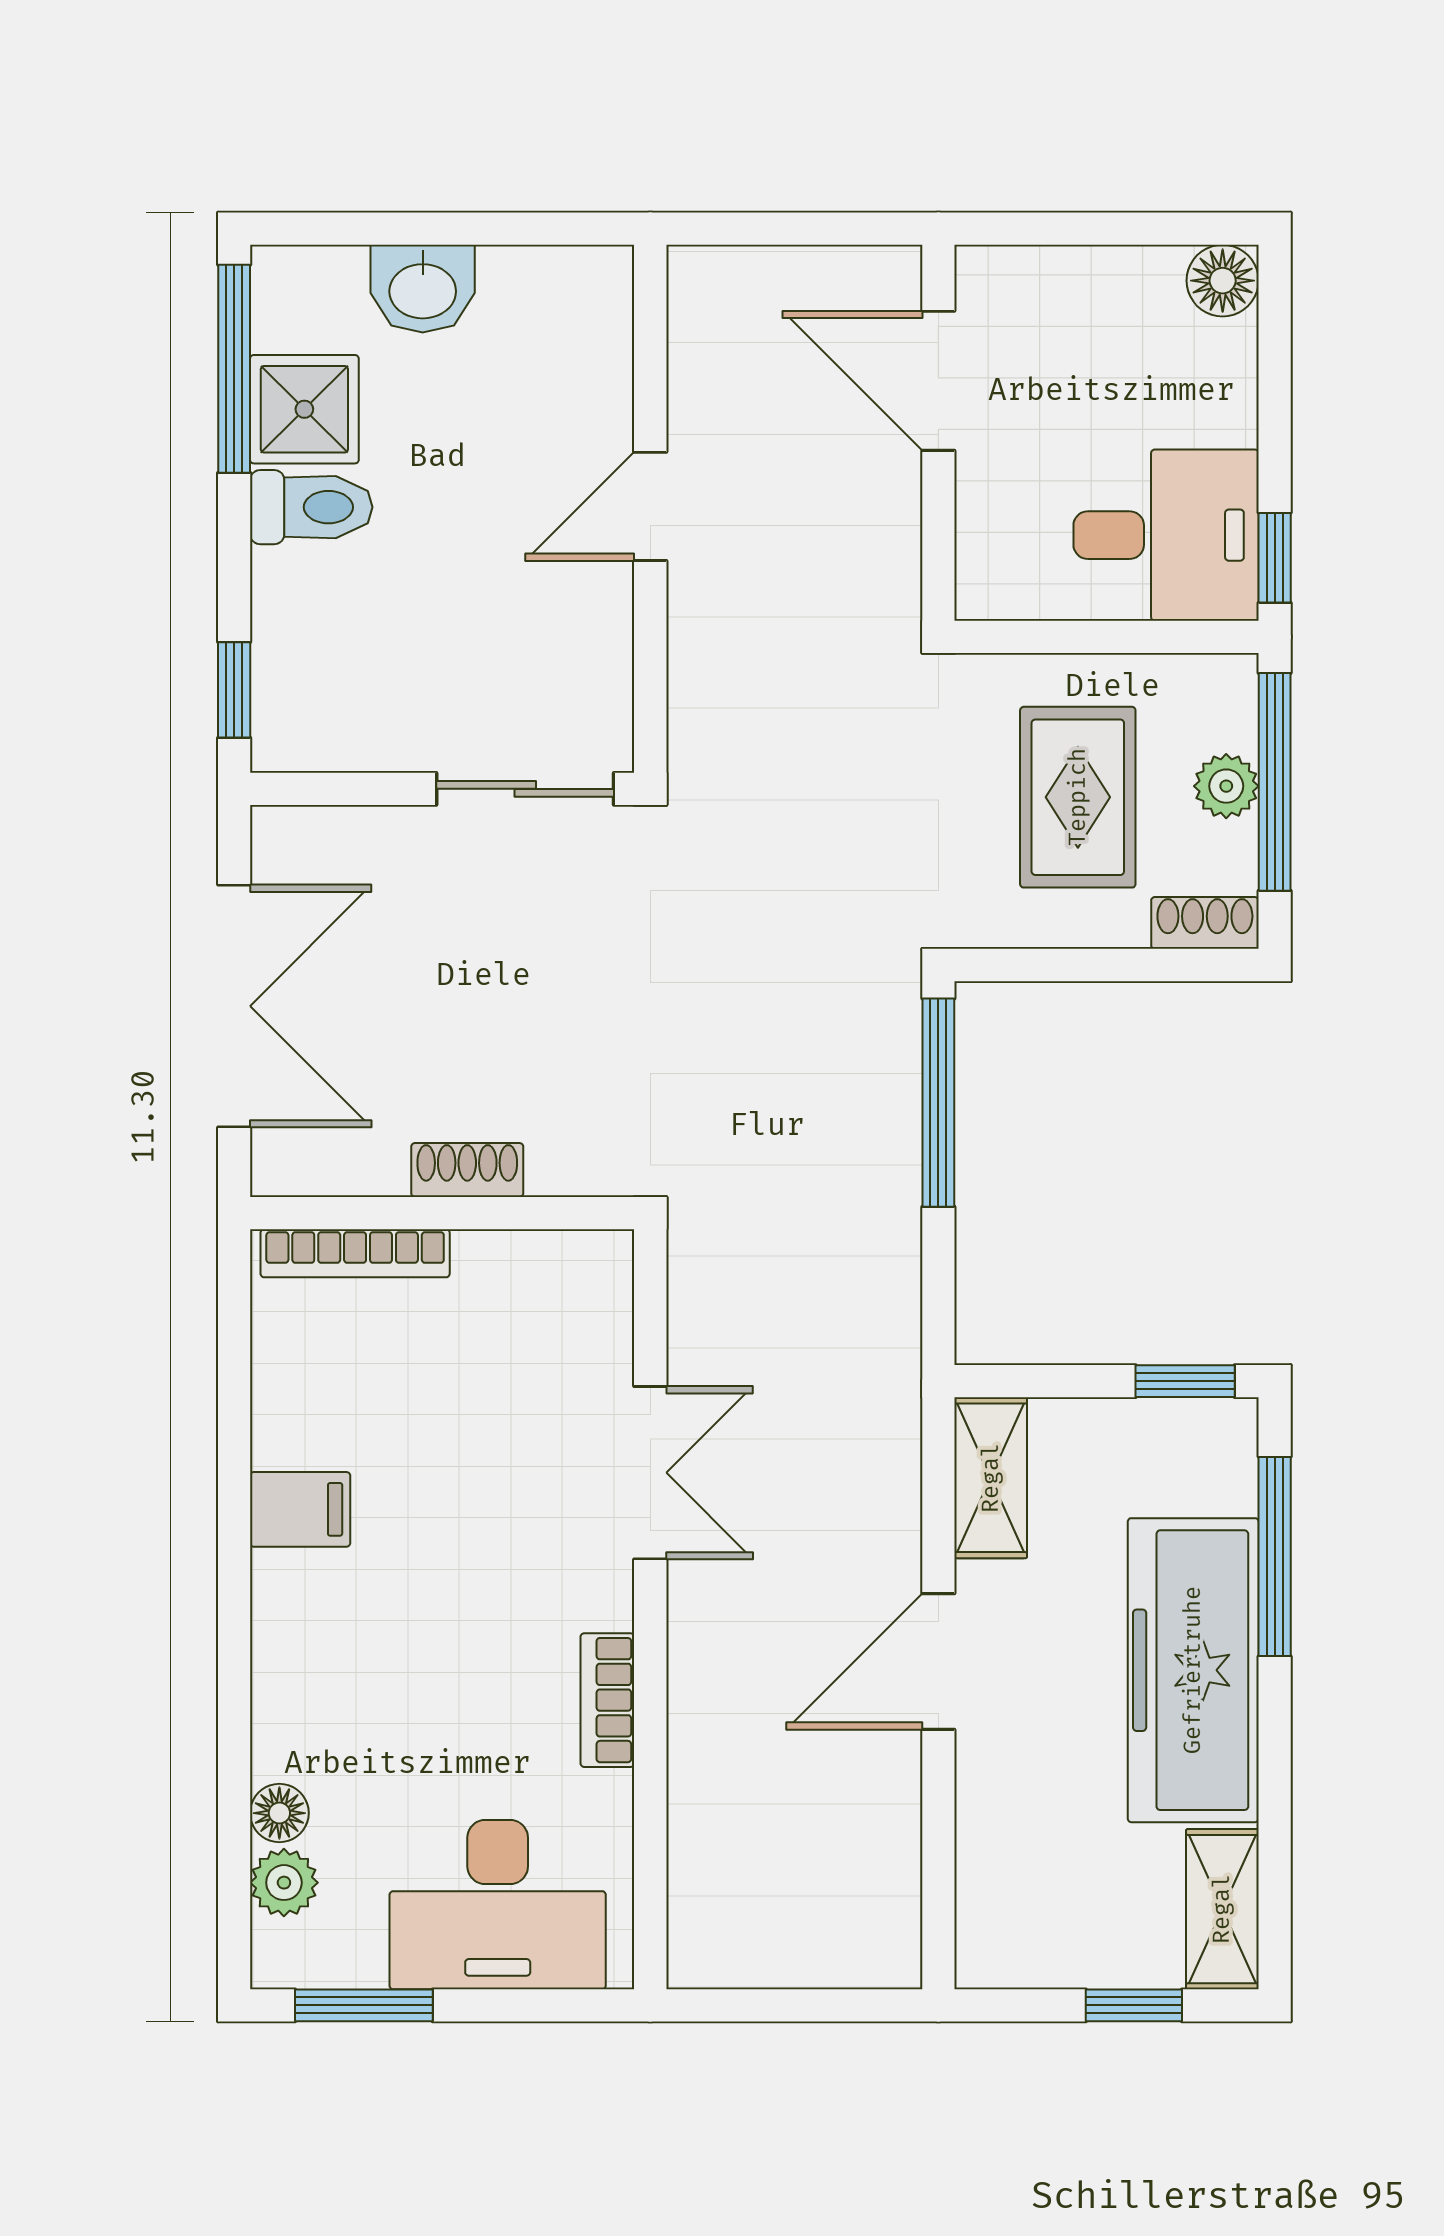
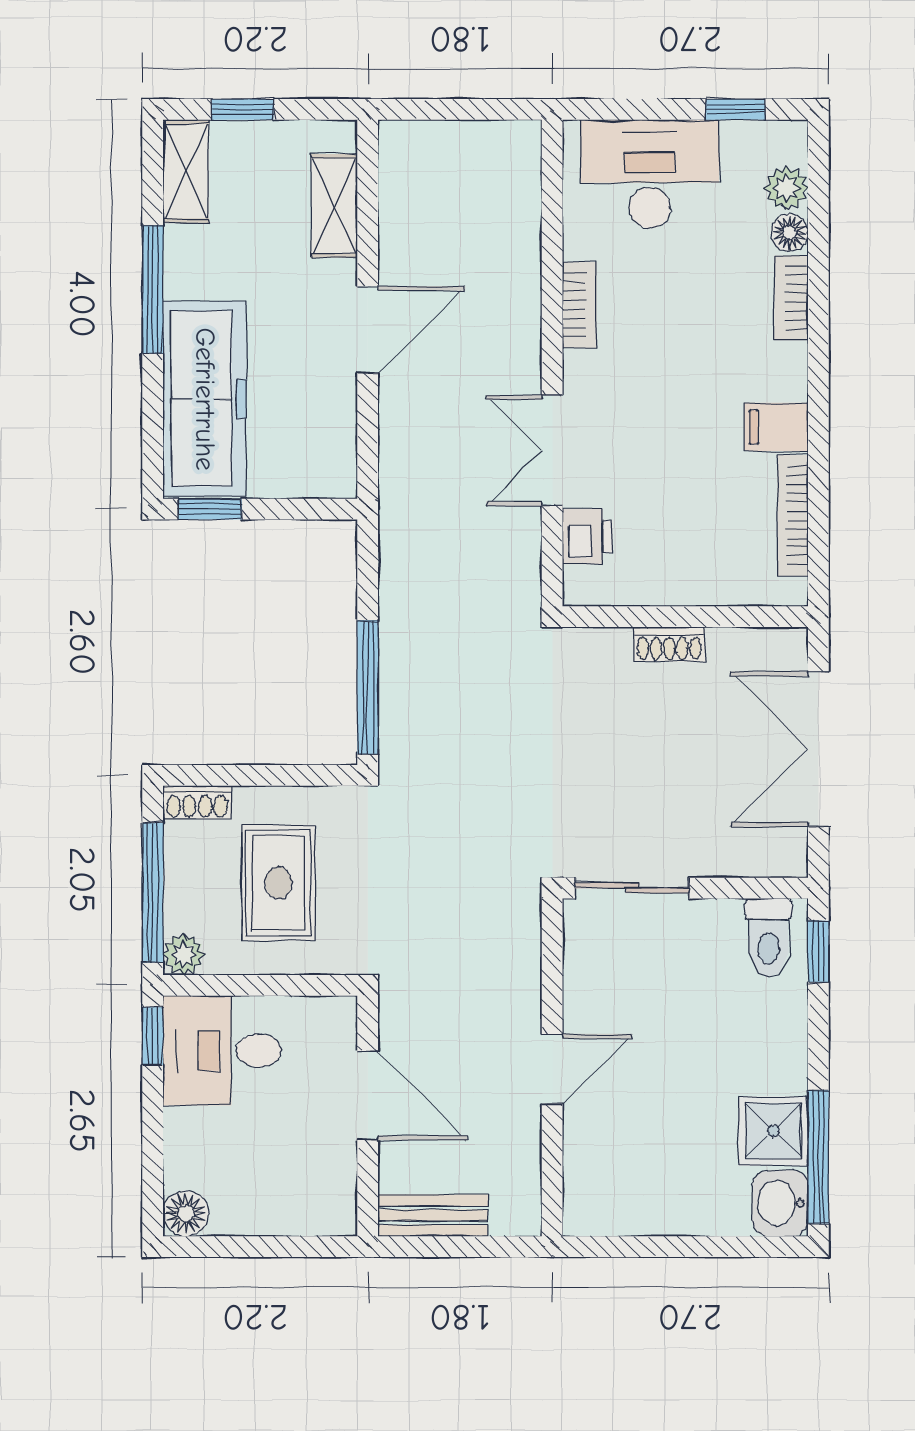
bench: (836, 278) -> (433, 1215), added
washbasin: (423, 289) -> (780, 1203), moved, turned -90
door: (938, 381) -> (368, 1096), moved
toilet: (311, 507) -> (768, 937), moved, turned -90
plant: (1226, 786) -> (183, 954), moved
bookcase: (355, 1253) -> (793, 516), moved, turned -90
printer: (595, 1338) -> (587, 536), added
shelving: (991, 1478) -> (334, 206), moved
window: (1275, 1557) -> (153, 289), moved
freezer: (1193, 1670) -> (205, 399), moved
bookcase: (276, 1711) -> (791, 298), added
window: (364, 2005) -> (735, 109), width x0.67

